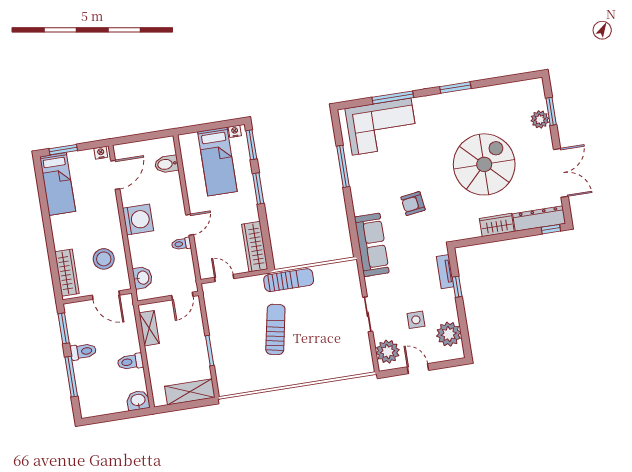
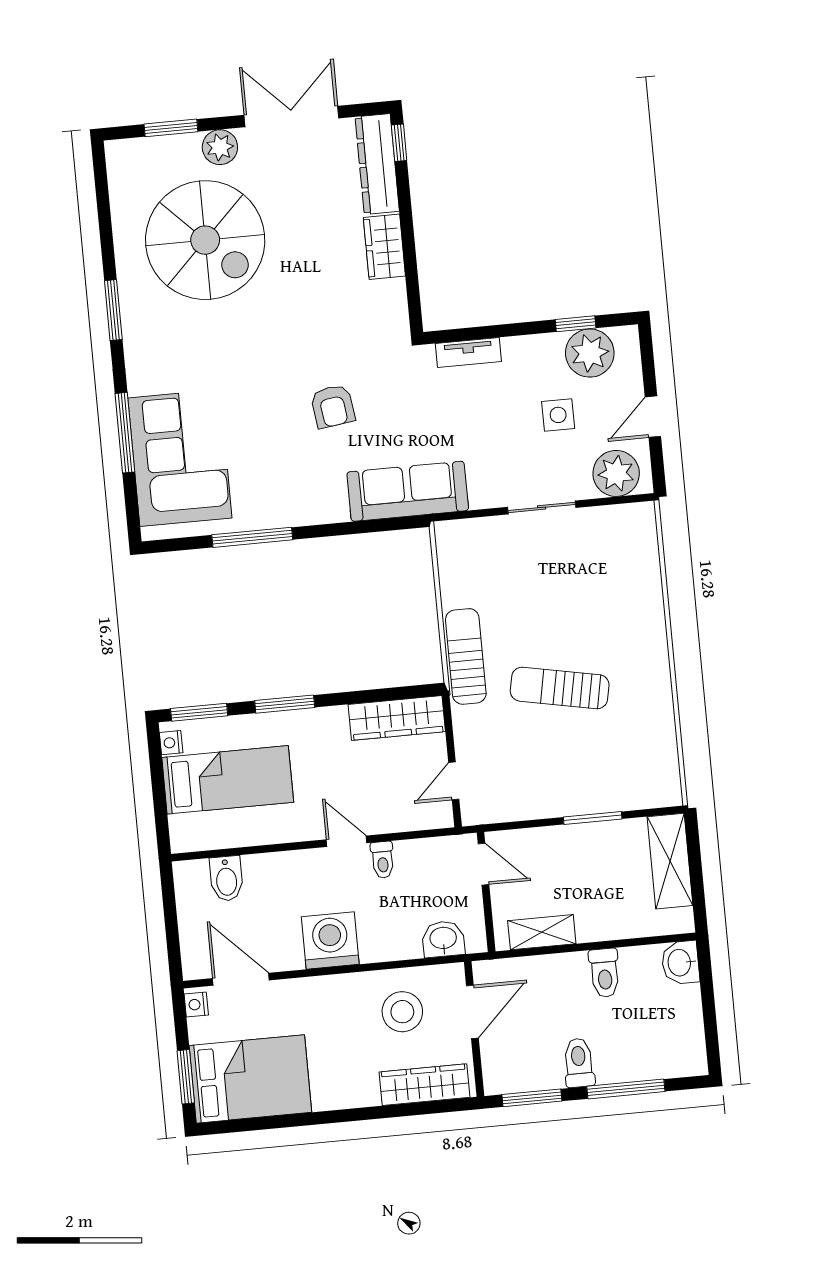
plant: (540, 119) -> (220, 147), moved
spiral stairs: (484, 164) -> (205, 240), moved, turned 180
bed: (58, 184) -> (250, 1079), width x1.50
window: (457, 287) -> (576, 324), moved

